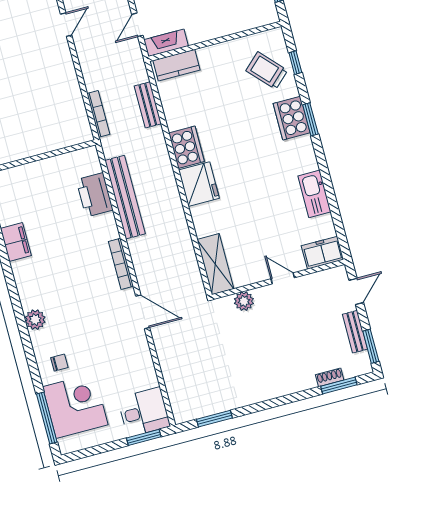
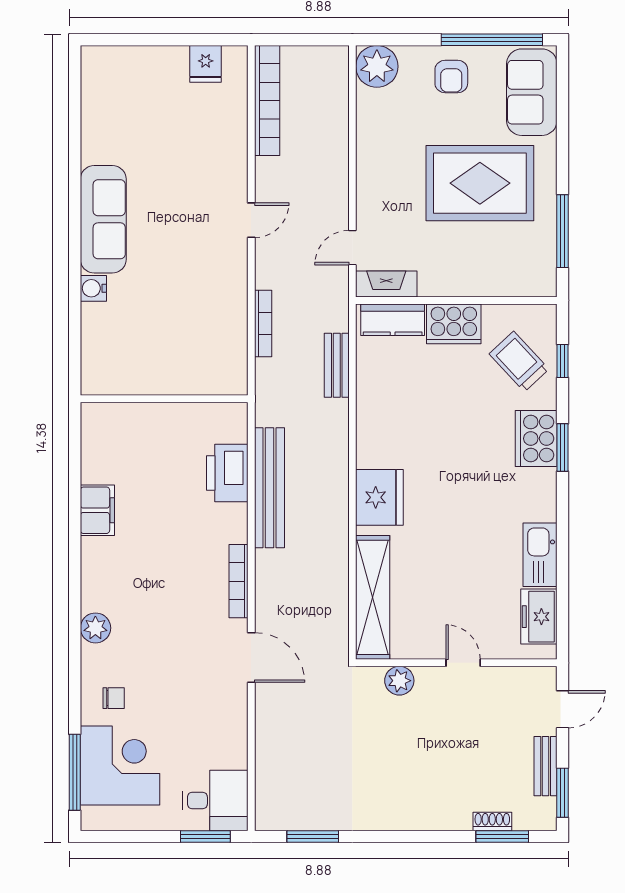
bookcase: (98, 114) -> (263, 323), moved
cooker: (186, 147) -> (454, 324), moved, turned 90
freezer: (323, 253) -> (539, 617), moved, turned -90
shelving: (215, 264) -> (373, 597), width x1.47

